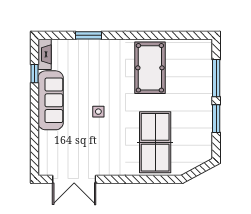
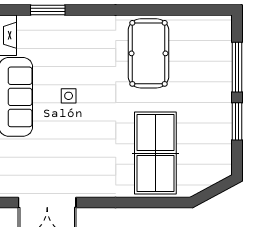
window: (89, 35) -> (48, 10), moved
side table: (98, 112) -> (69, 96), moved

